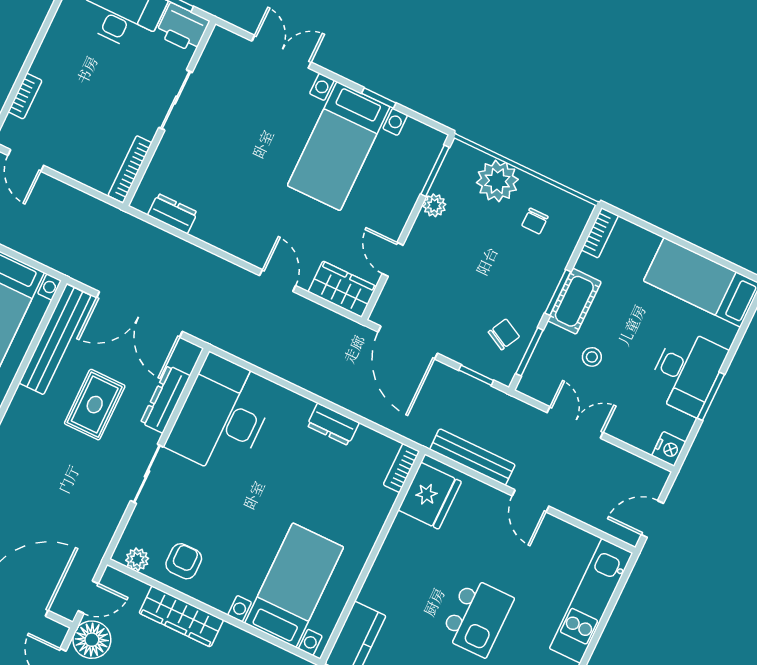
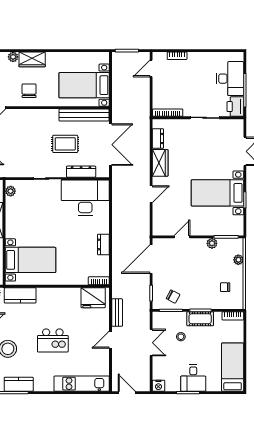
plant: (497, 181) -> (238, 260), width x0.53, depth x0.53
wardrobe: (342, 289) -> (160, 163), moved
double door: (139, 314) -> (110, 145), swing flipped
desk: (687, 372) -> (193, 378), width x0.73
bench: (472, 457) -> (117, 313), width x0.73
armchair: (184, 561) -> (19, 210), removed

